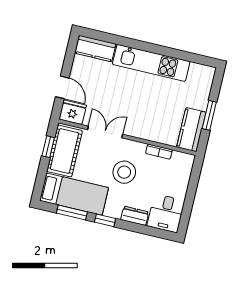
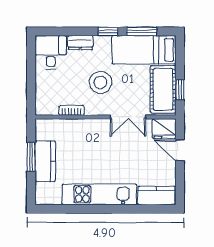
kitchen counter: (191, 130) -> (45, 161), moved

